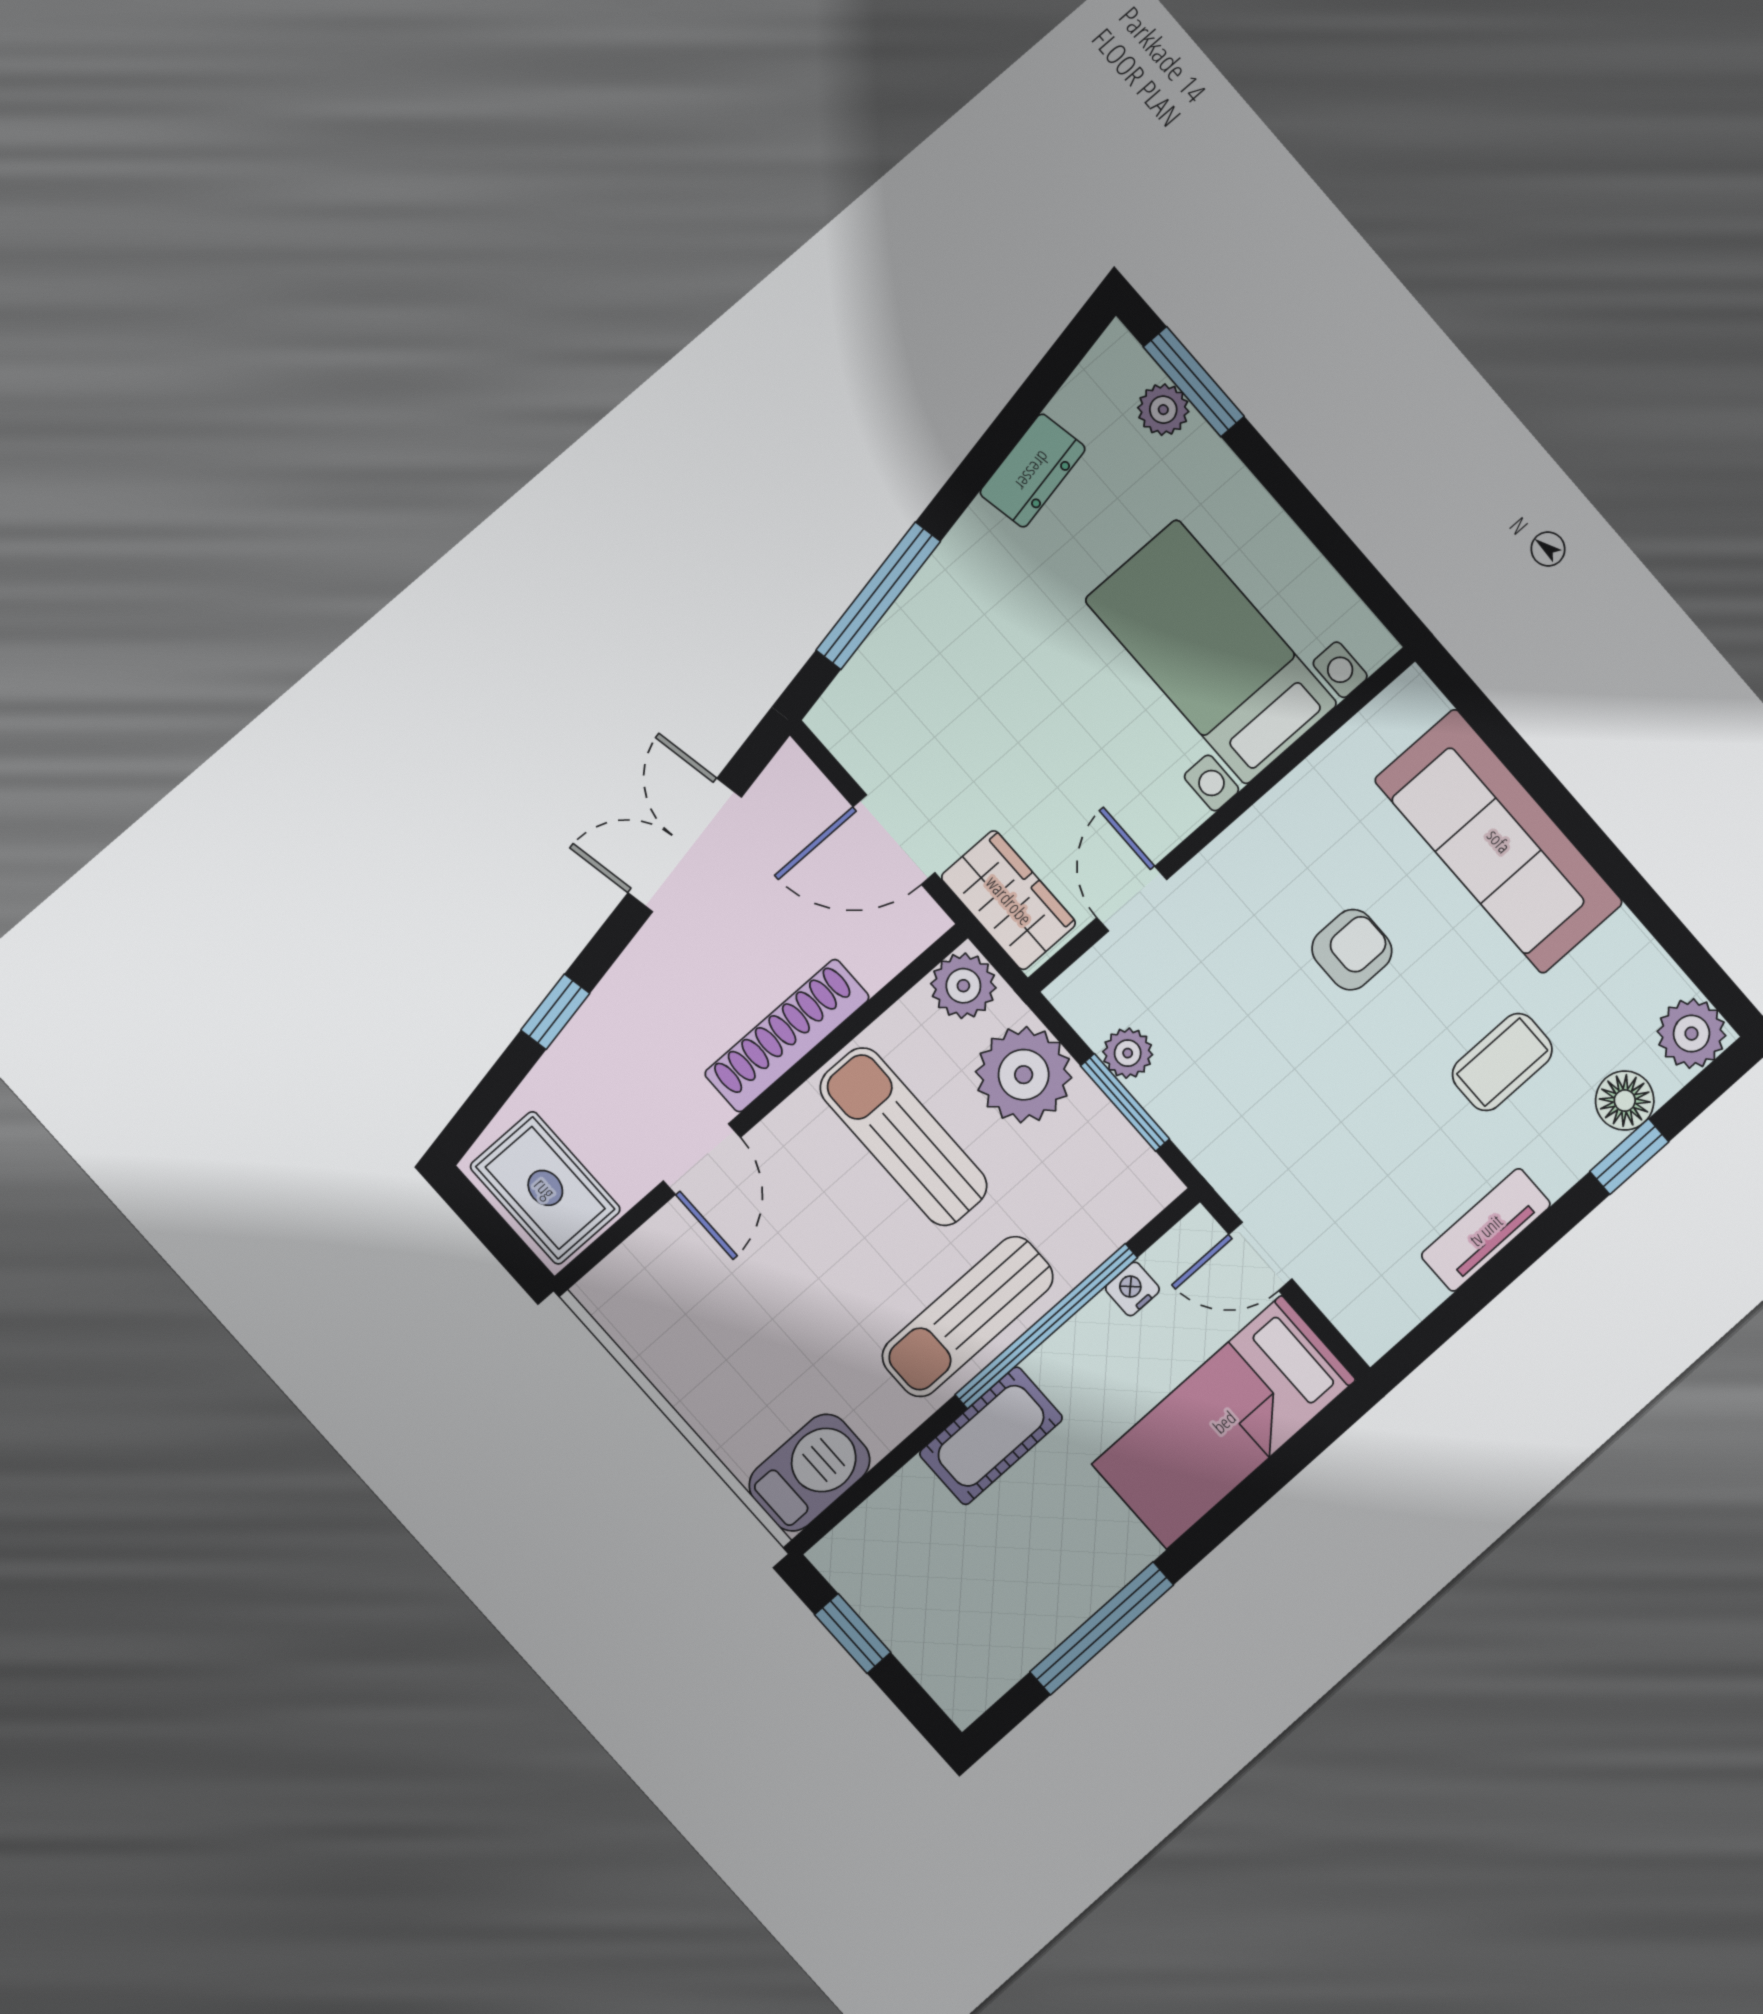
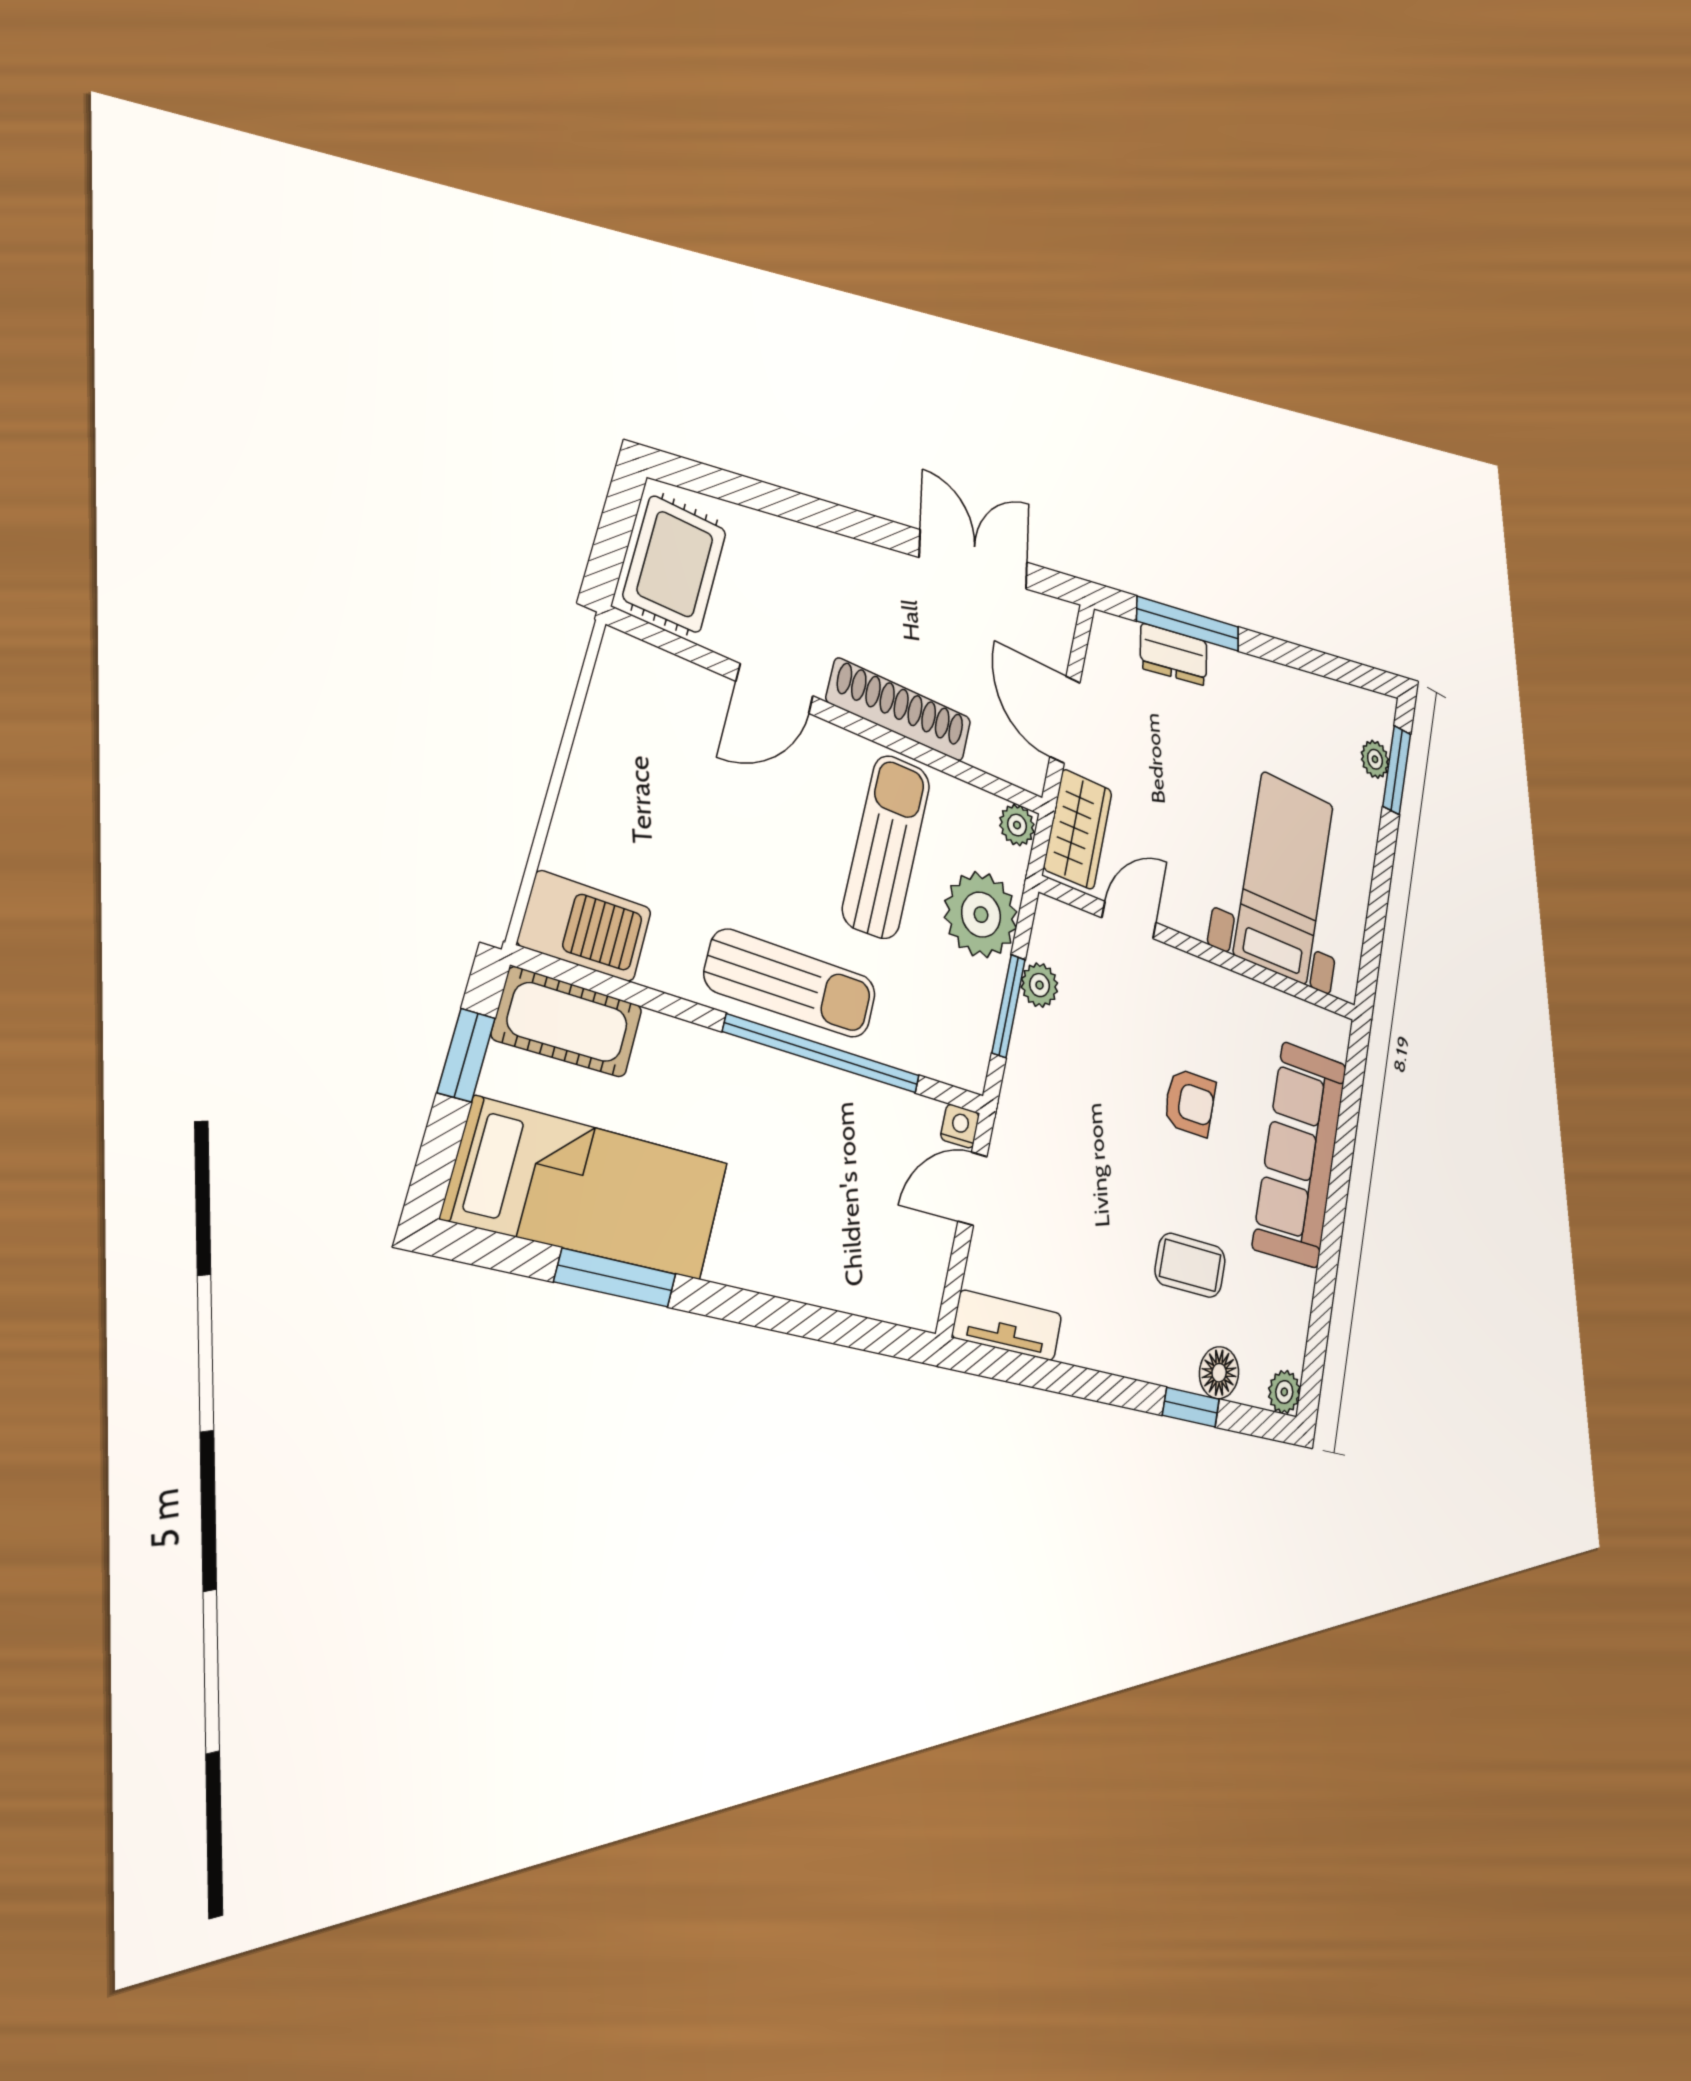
dresser: (1033, 471) -> (1174, 655), moved
plant: (963, 986) -> (1017, 825), width x0.73, depth x0.73
window: (555, 1012) -> (808, 510), removed
plant: (1692, 1034) -> (1284, 1392), width x0.73, depth x0.73
tv unit: (1486, 1230) -> (1008, 1326), moved
door: (1260, 1257) -> (972, 1189), hinge flipped
nightstand: (1132, 1289) -> (960, 1126), moved
sun lounger: (968, 1317) -> (792, 984), turned 180
bed: (1224, 1422) -> (590, 1190), moved, turned 180
cot: (991, 1436) -> (568, 1022), moved
window: (1102, 1628) -> (616, 1278), width x0.69

